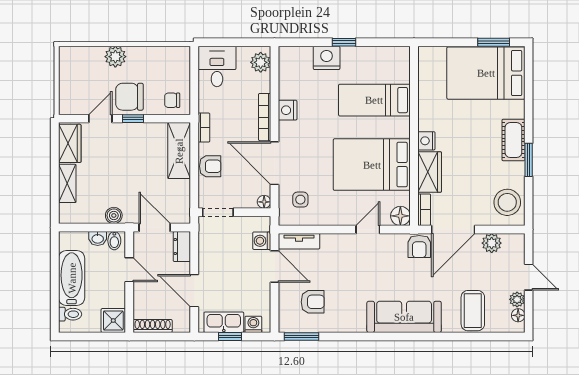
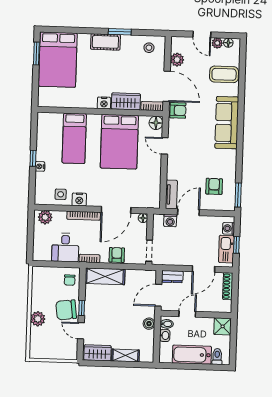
nightstand: (327, 58) -> (40, 166), width x0.53, depth x0.56
desk: (217, 66) -> (65, 247), moved, turned -90
chair: (129, 97) -> (66, 310), turned 83
side table: (300, 200) -> (61, 194), moved
stool: (507, 202) -> (149, 48), width x0.53, depth x0.53
door: (529, 277) -> (202, 34), swing flipped
shoe rack: (153, 326) -> (228, 286), moved

